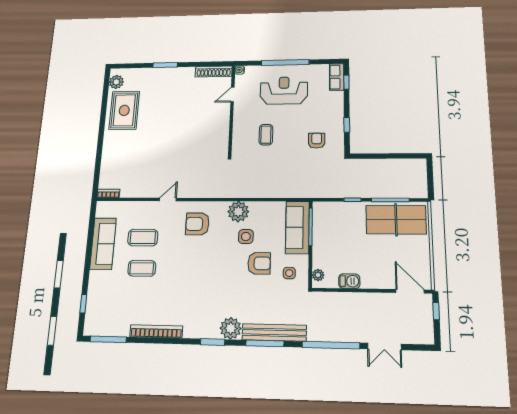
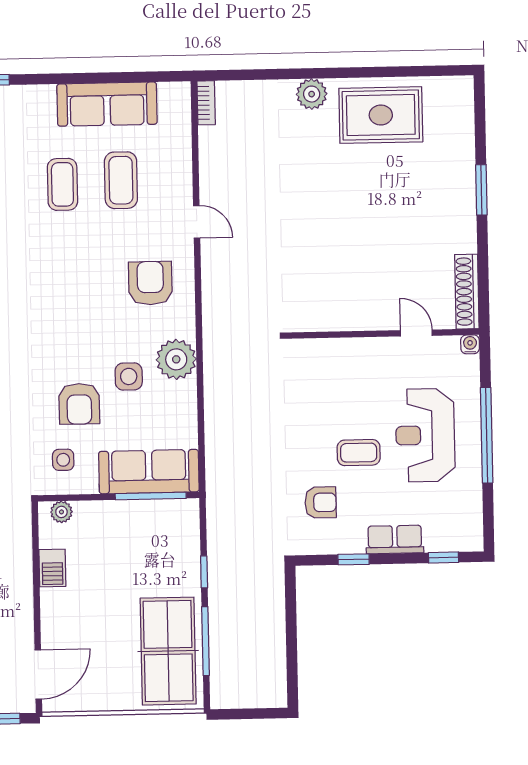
row of seats: (337, 77) -> (395, 539), moved
plant: (116, 82) -> (312, 94), moved
reception desk: (284, 91) -> (425, 435), turned 180
coffee table: (266, 135) -> (359, 453), moved

